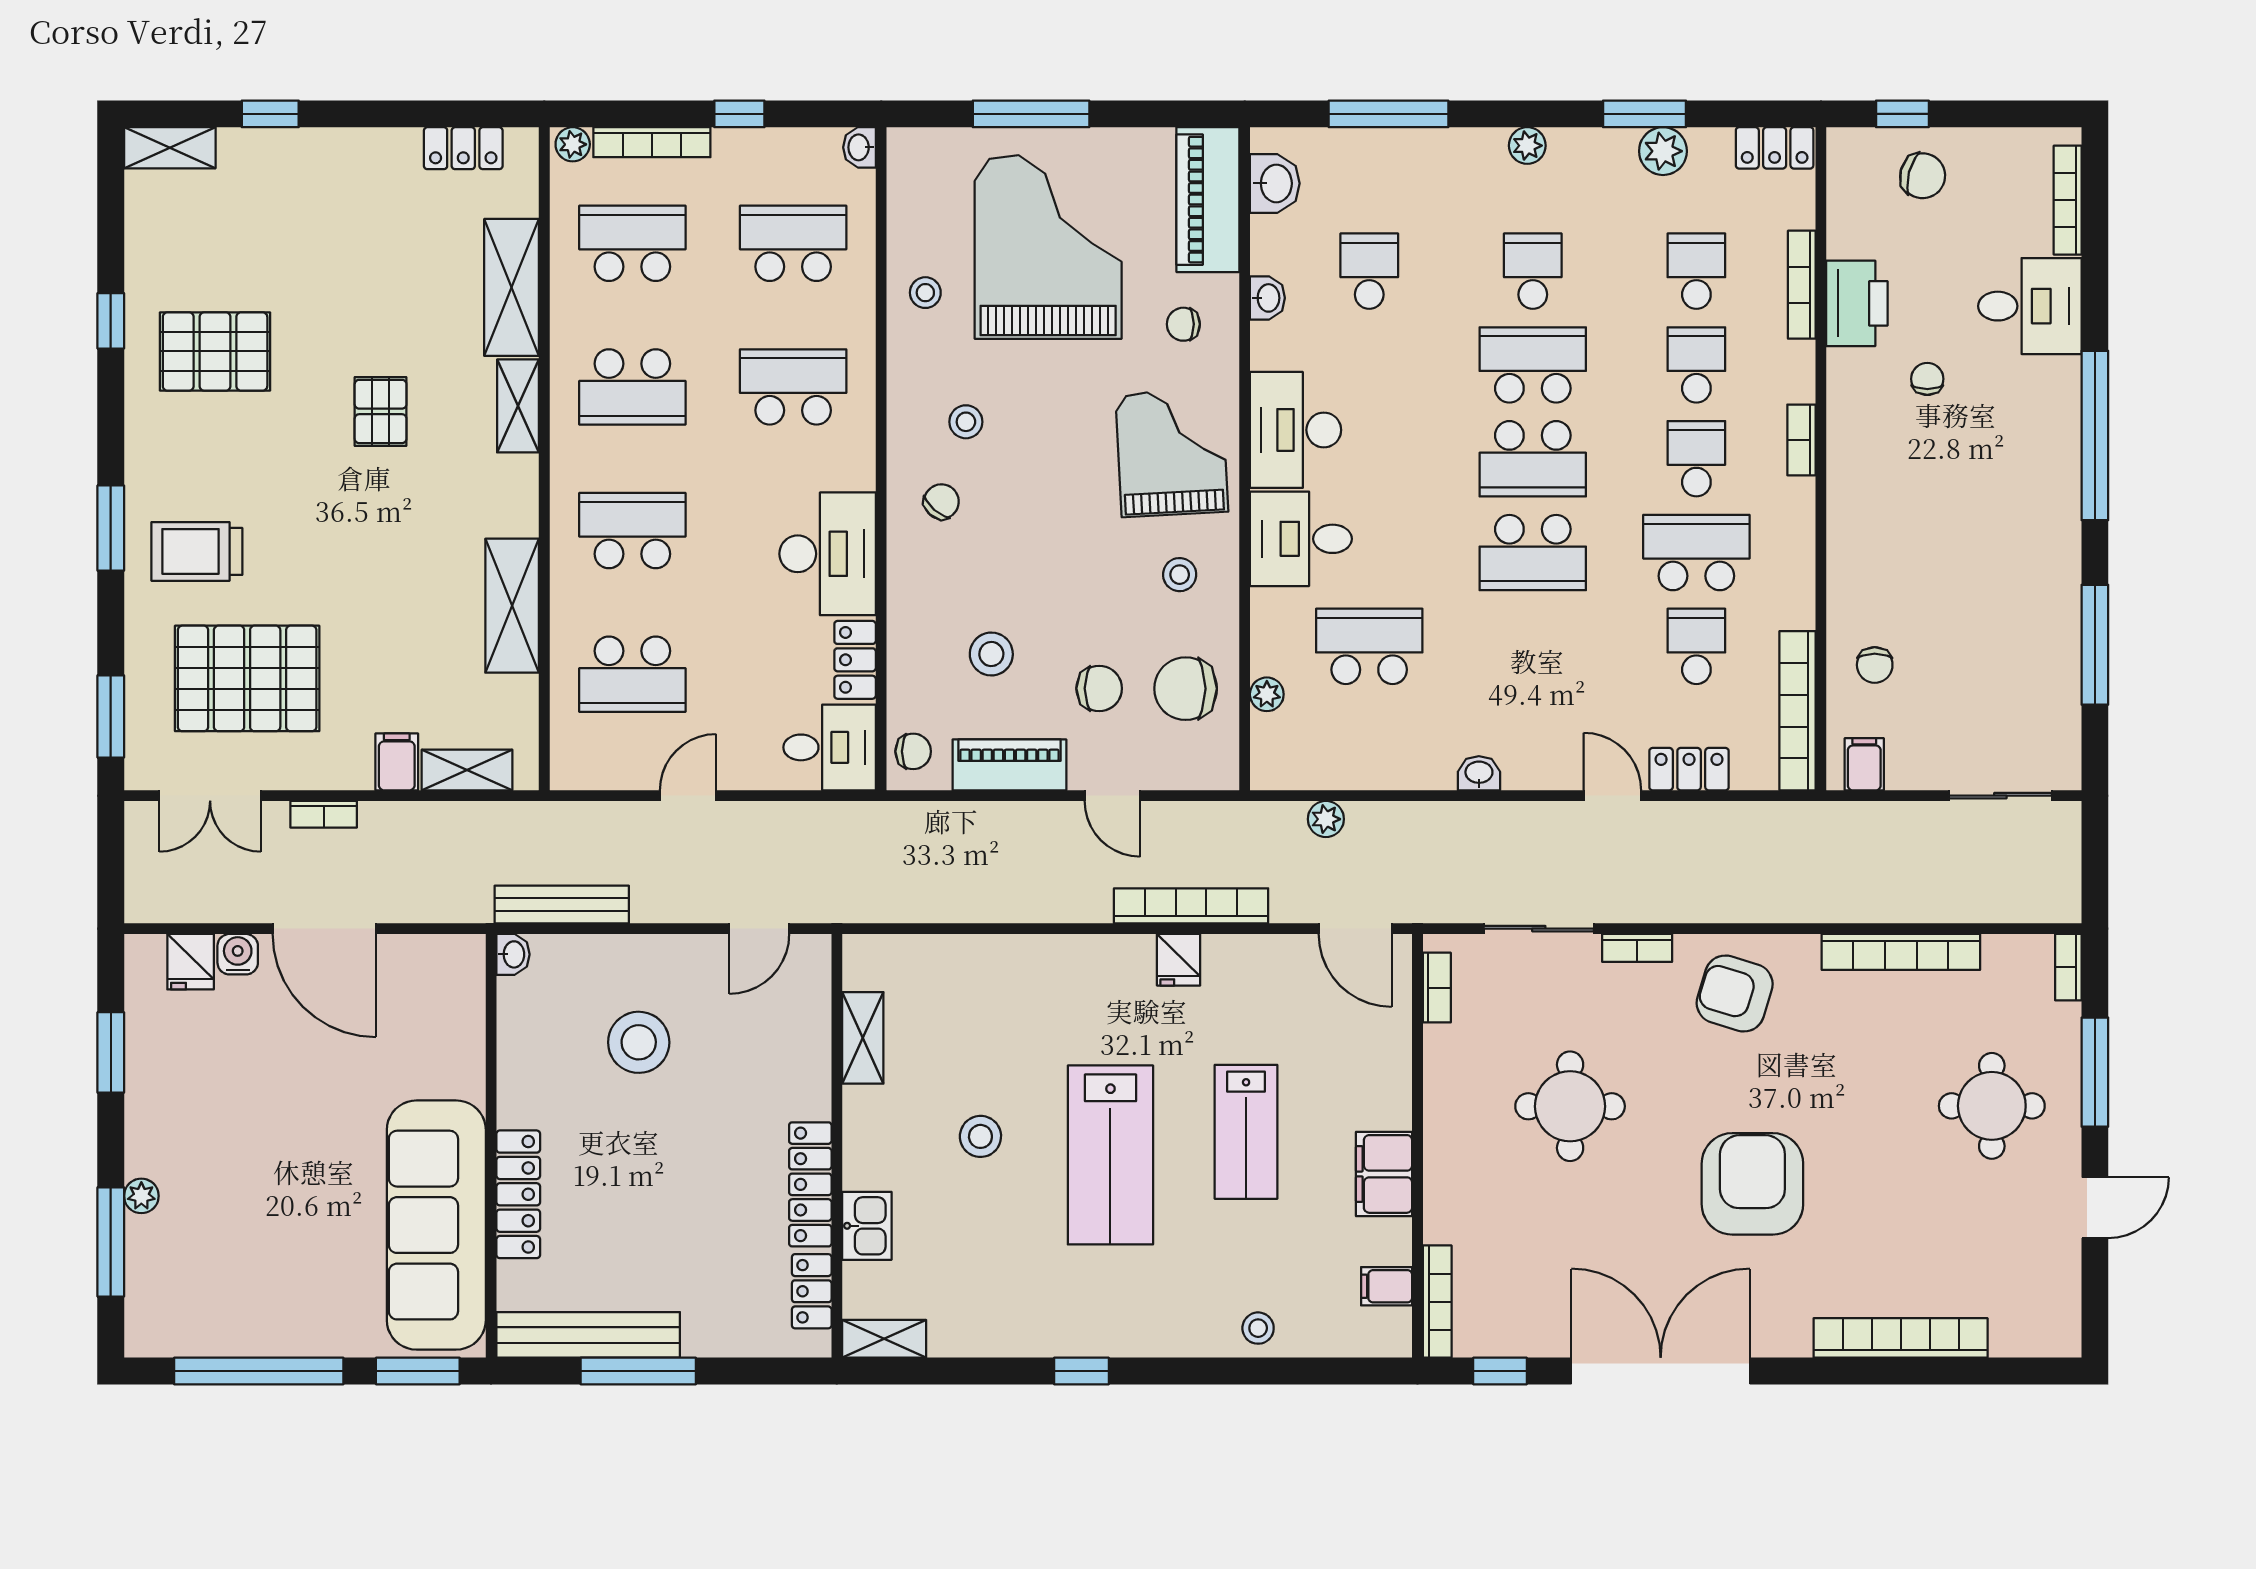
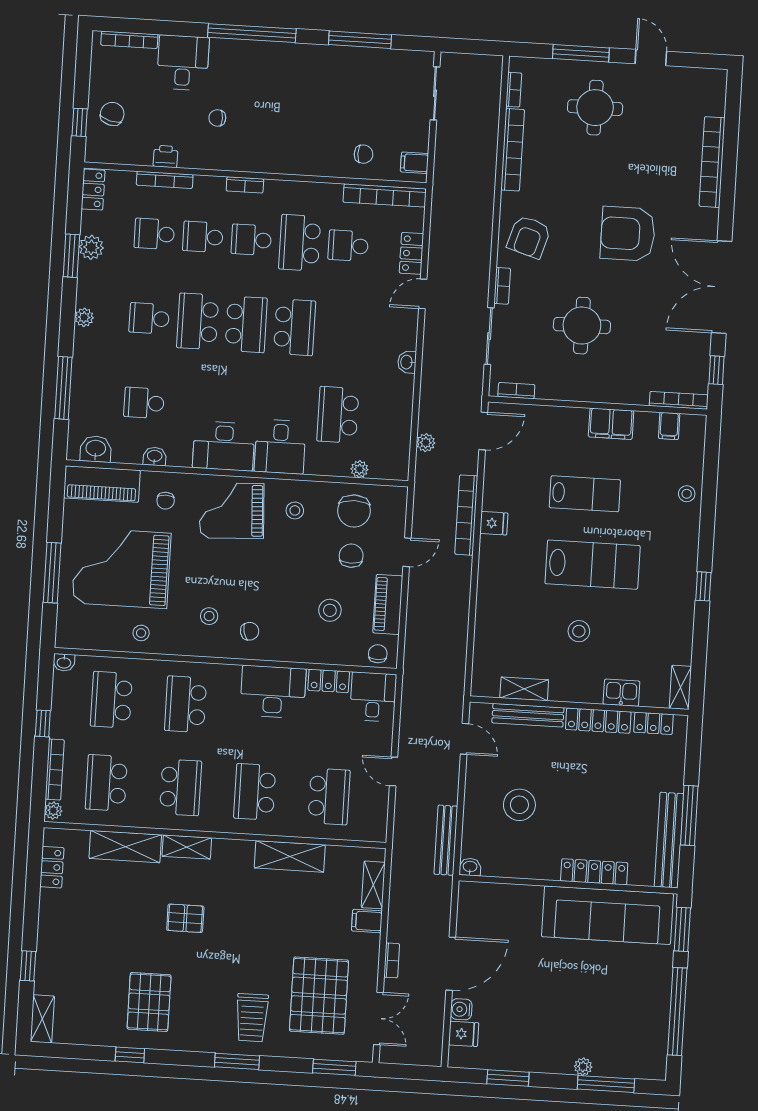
printer: (1857, 303) -> (165, 156), width x0.53, depth x0.68
chair: (941, 502) -> (250, 631), turned 126
bookcase: (2068, 967) -> (514, 90), moved, turned -90
bench: (812, 1048) -> (528, 715), added

